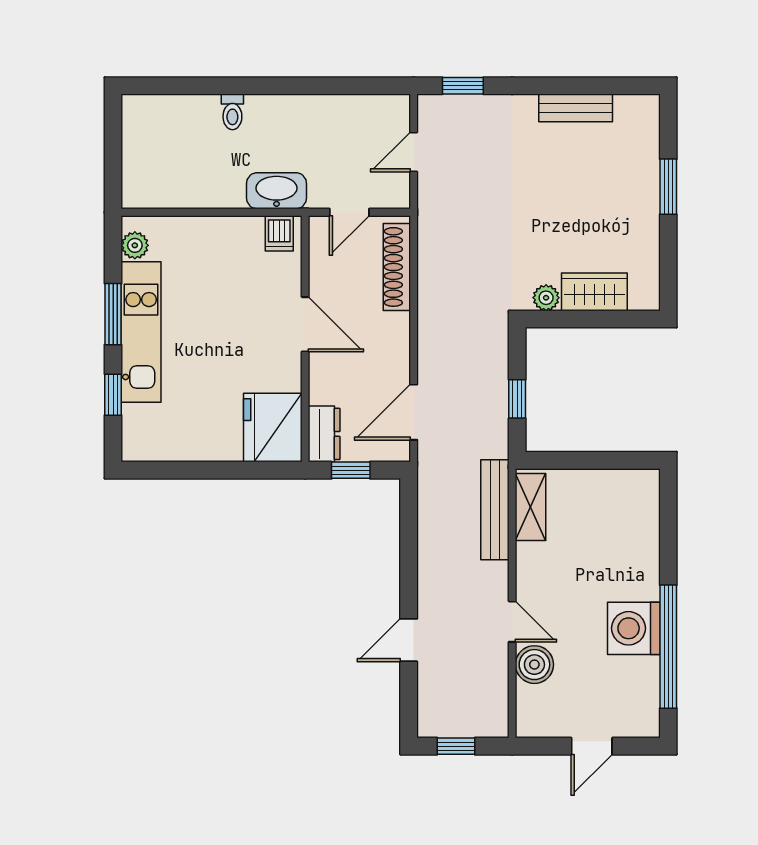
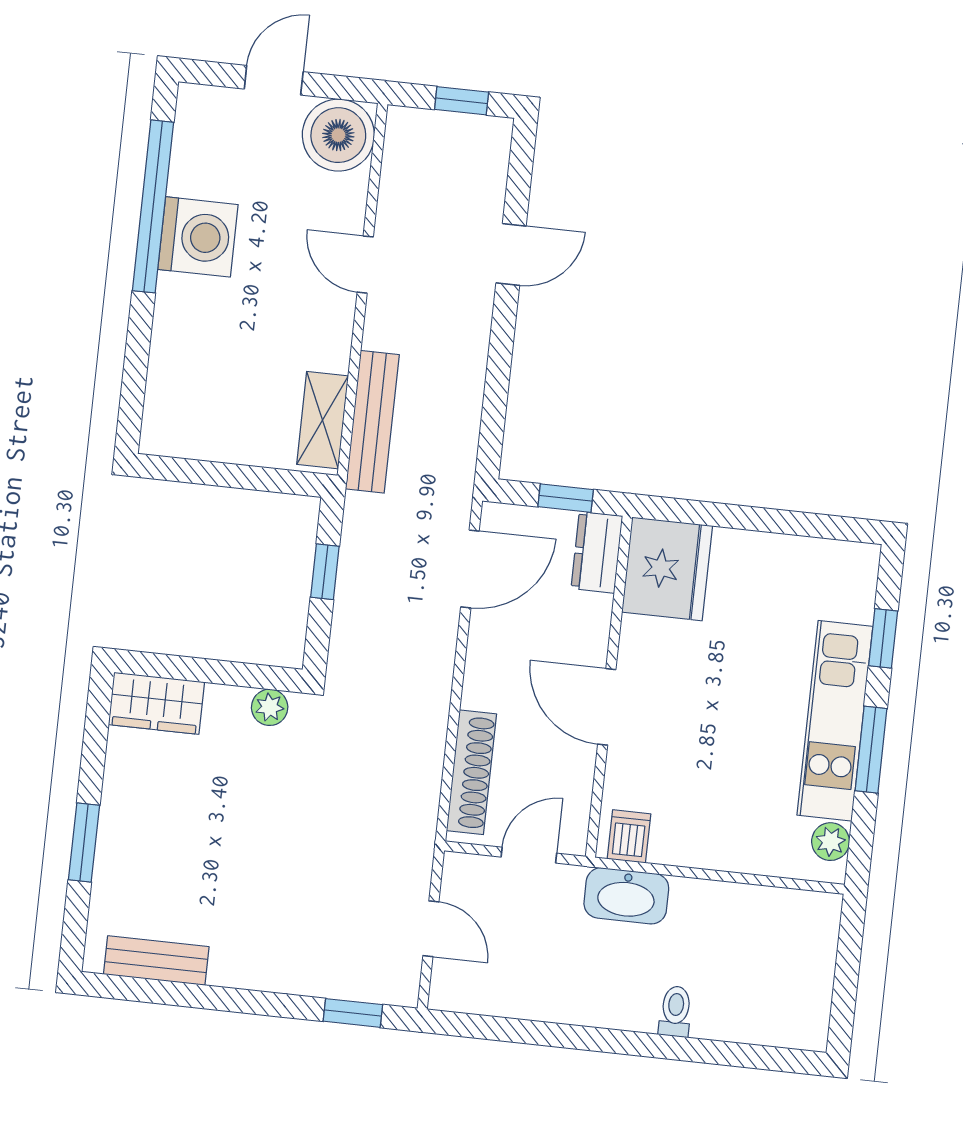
bench: (576, 108) -> (156, 961), moved
door: (414, 152) -> (431, 929), hinge flipped
wardrobe: (594, 292) -> (156, 703), moved
boiler: (534, 665) -> (338, 135), moved, width x1.37, depth x1.37

